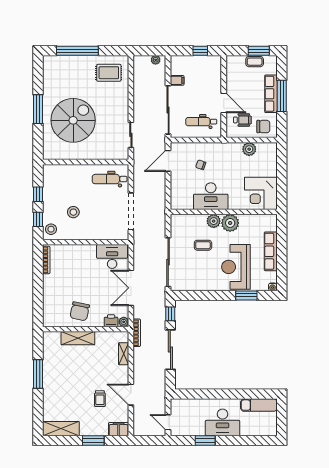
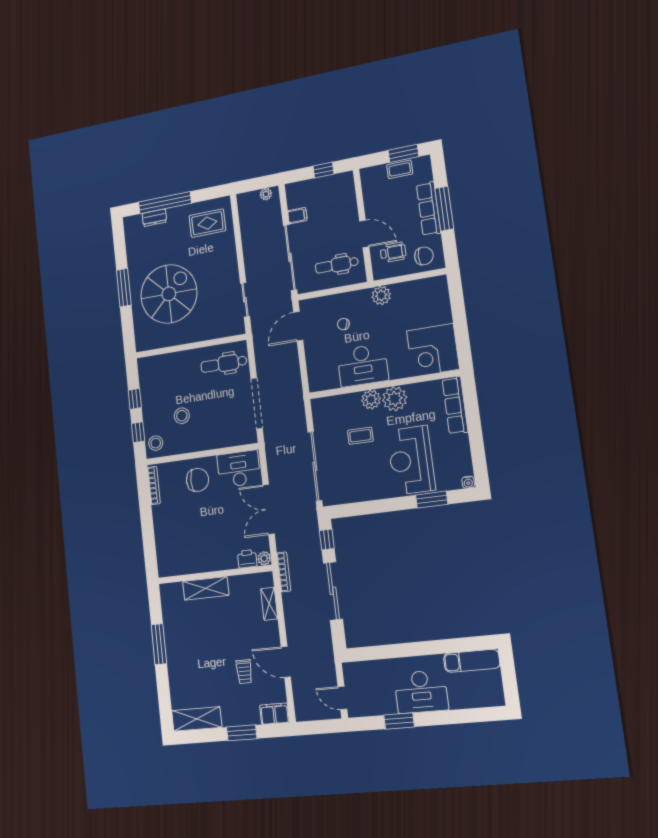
dresser: (68, 61) -> (154, 218), added
plant: (249, 149) -> (381, 295), moved
row of seats: (271, 251) -> (455, 405), moved
chair: (80, 311) -> (198, 480), moved, turned -102

